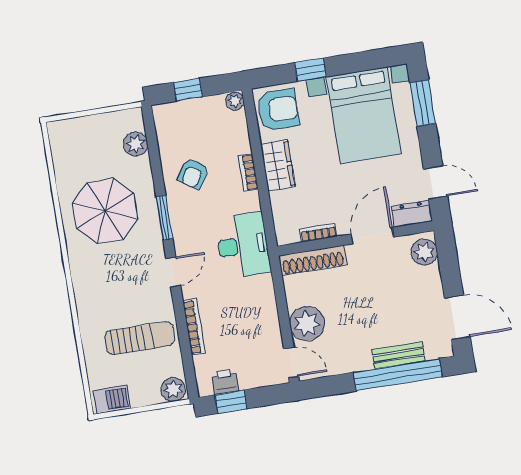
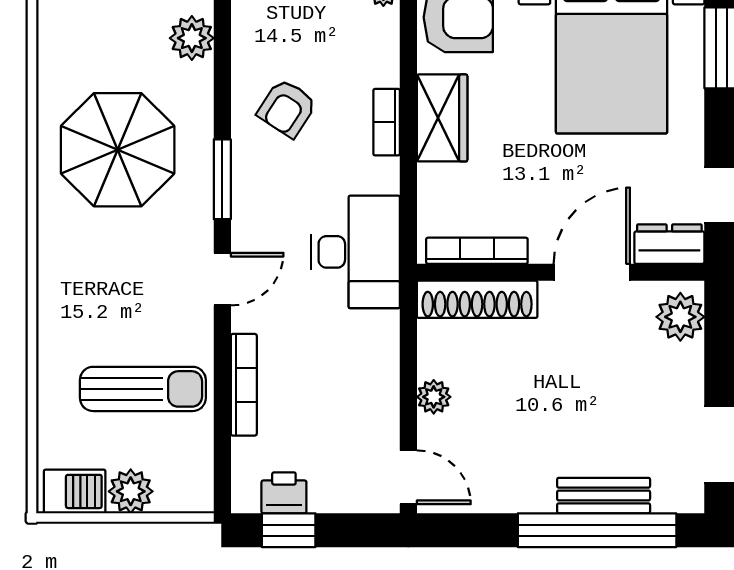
bookcase: (318, 233) -> (477, 251), width x1.56
plant: (307, 324) -> (434, 397), width x0.53, depth x0.53
plant: (173, 390) -> (131, 491), moved

